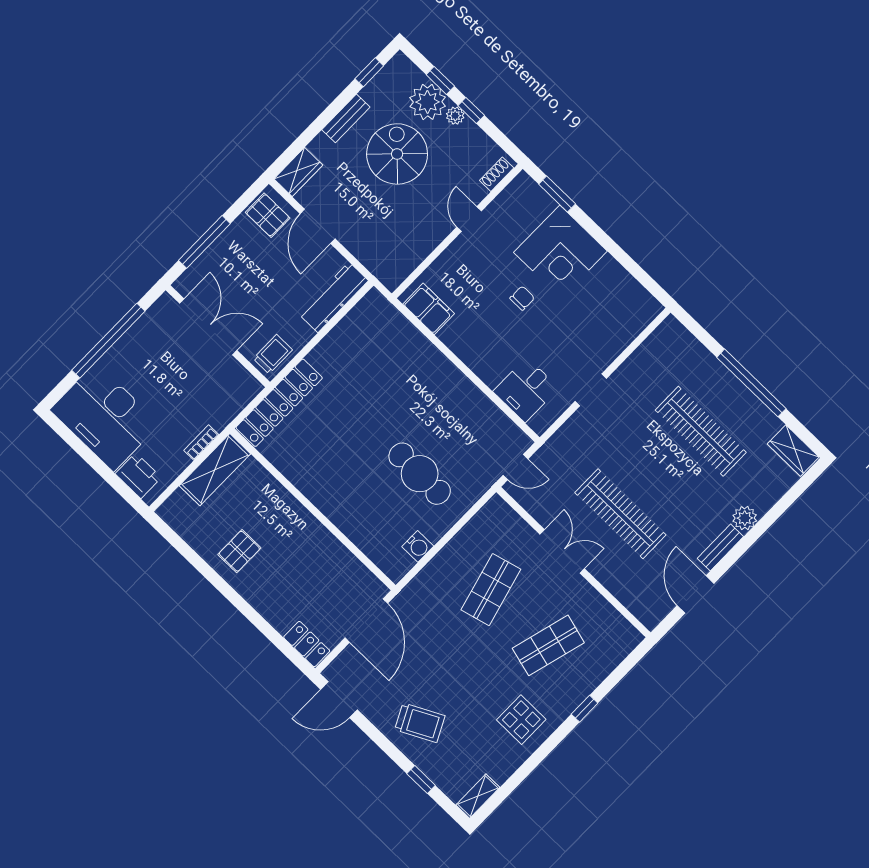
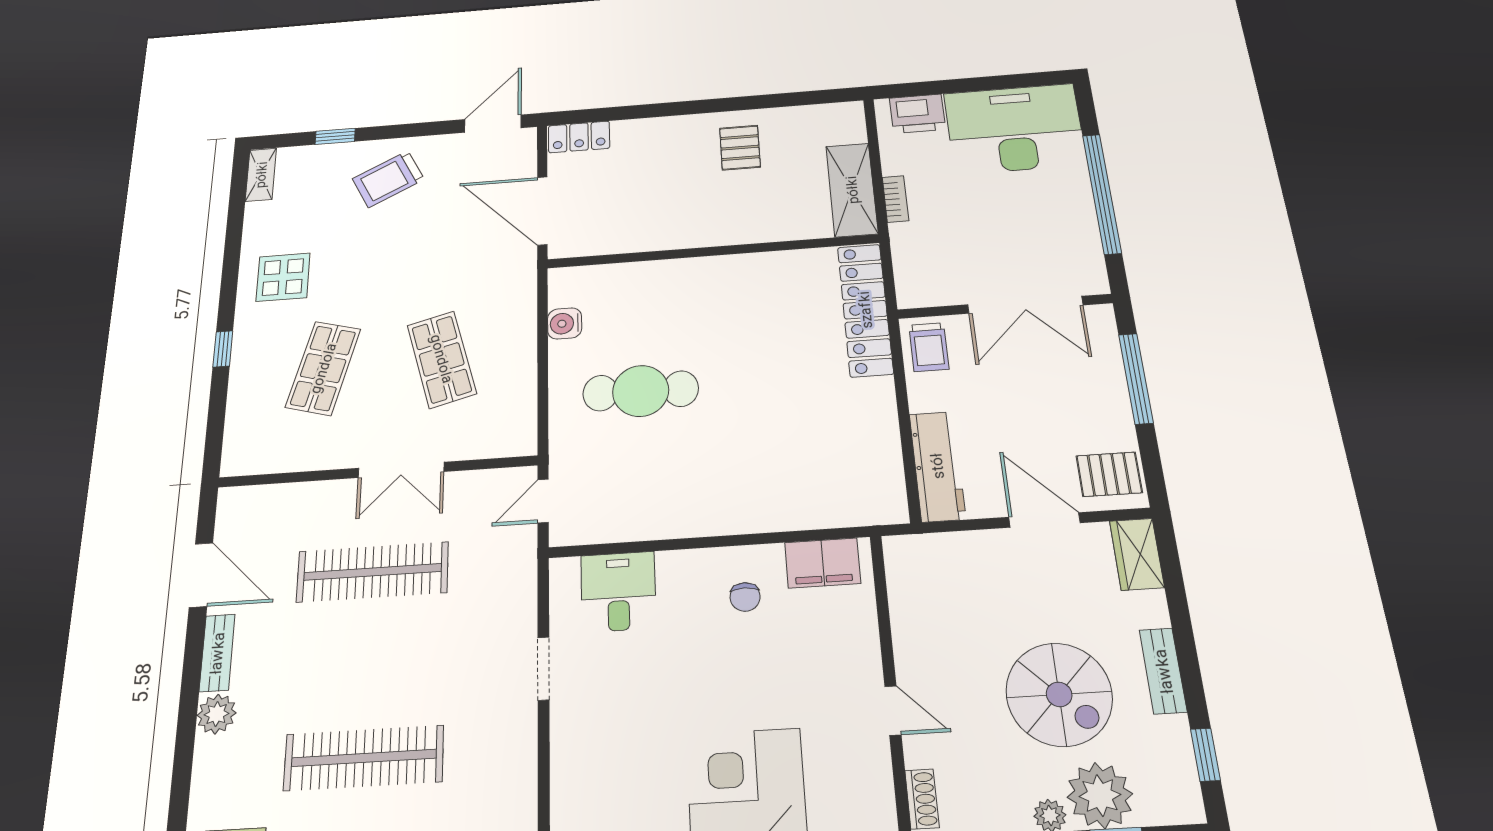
chair: (522, 298) -> (745, 597), moved

